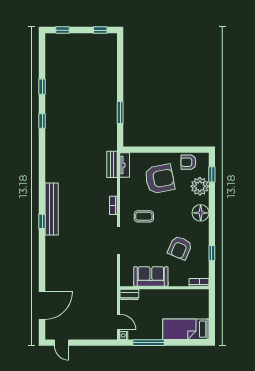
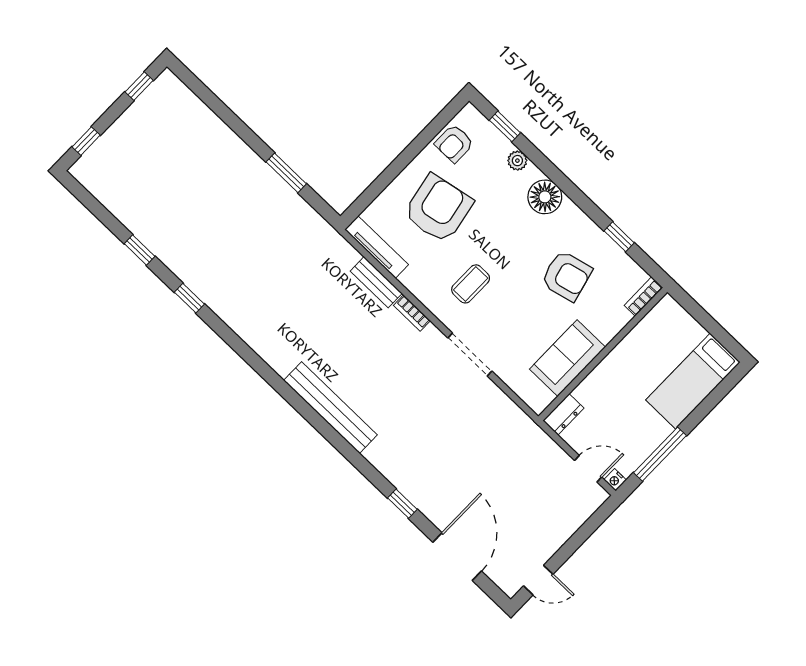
bench: (112, 164) -> (376, 282), moved
tv unit: (125, 165) -> (377, 247), width x1.41
plant: (200, 186) -> (517, 161), width x0.53, depth x0.53
window: (42, 221) -> (402, 504), moved
armchair: (180, 248) -> (567, 276), turned -37

